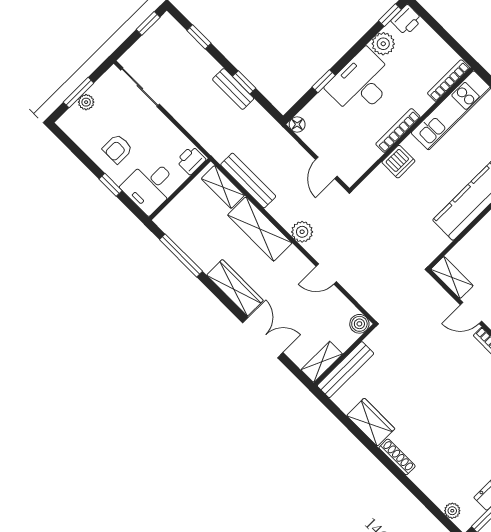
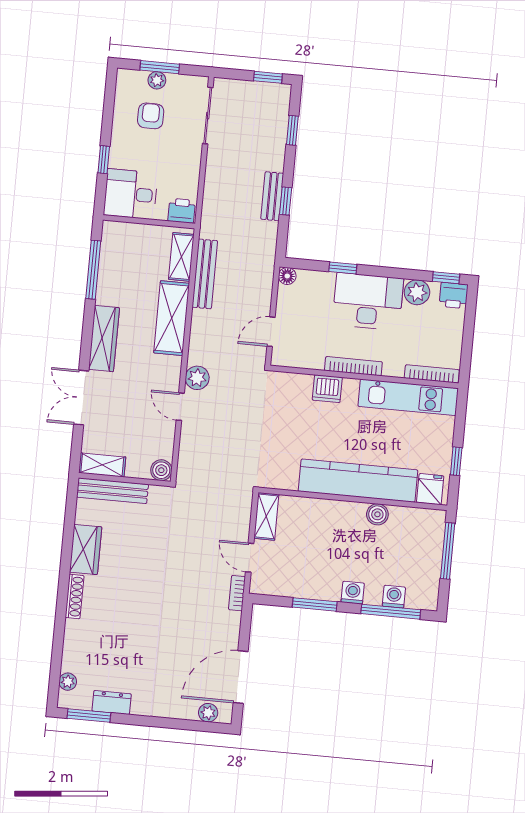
armchair: (118, 149) -> (151, 116), moved, turned 90
plant: (302, 232) -> (197, 378), moved
double door: (263, 338) -> (81, 398), swing flipped

